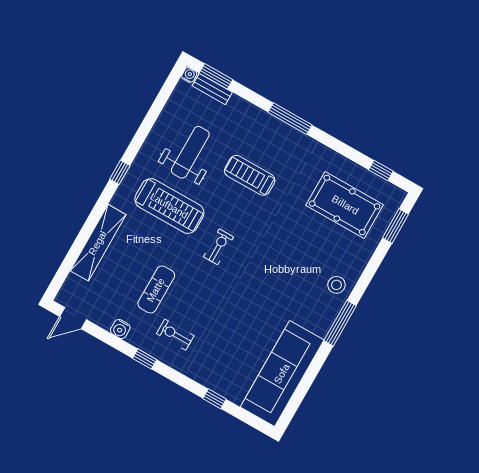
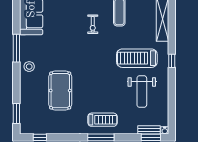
treadmill: (250, 175) -> (103, 120), moved
pool table: (345, 205) -> (60, 91), moved, turned 90
exercise bike: (218, 247) -> (93, 24), moved

